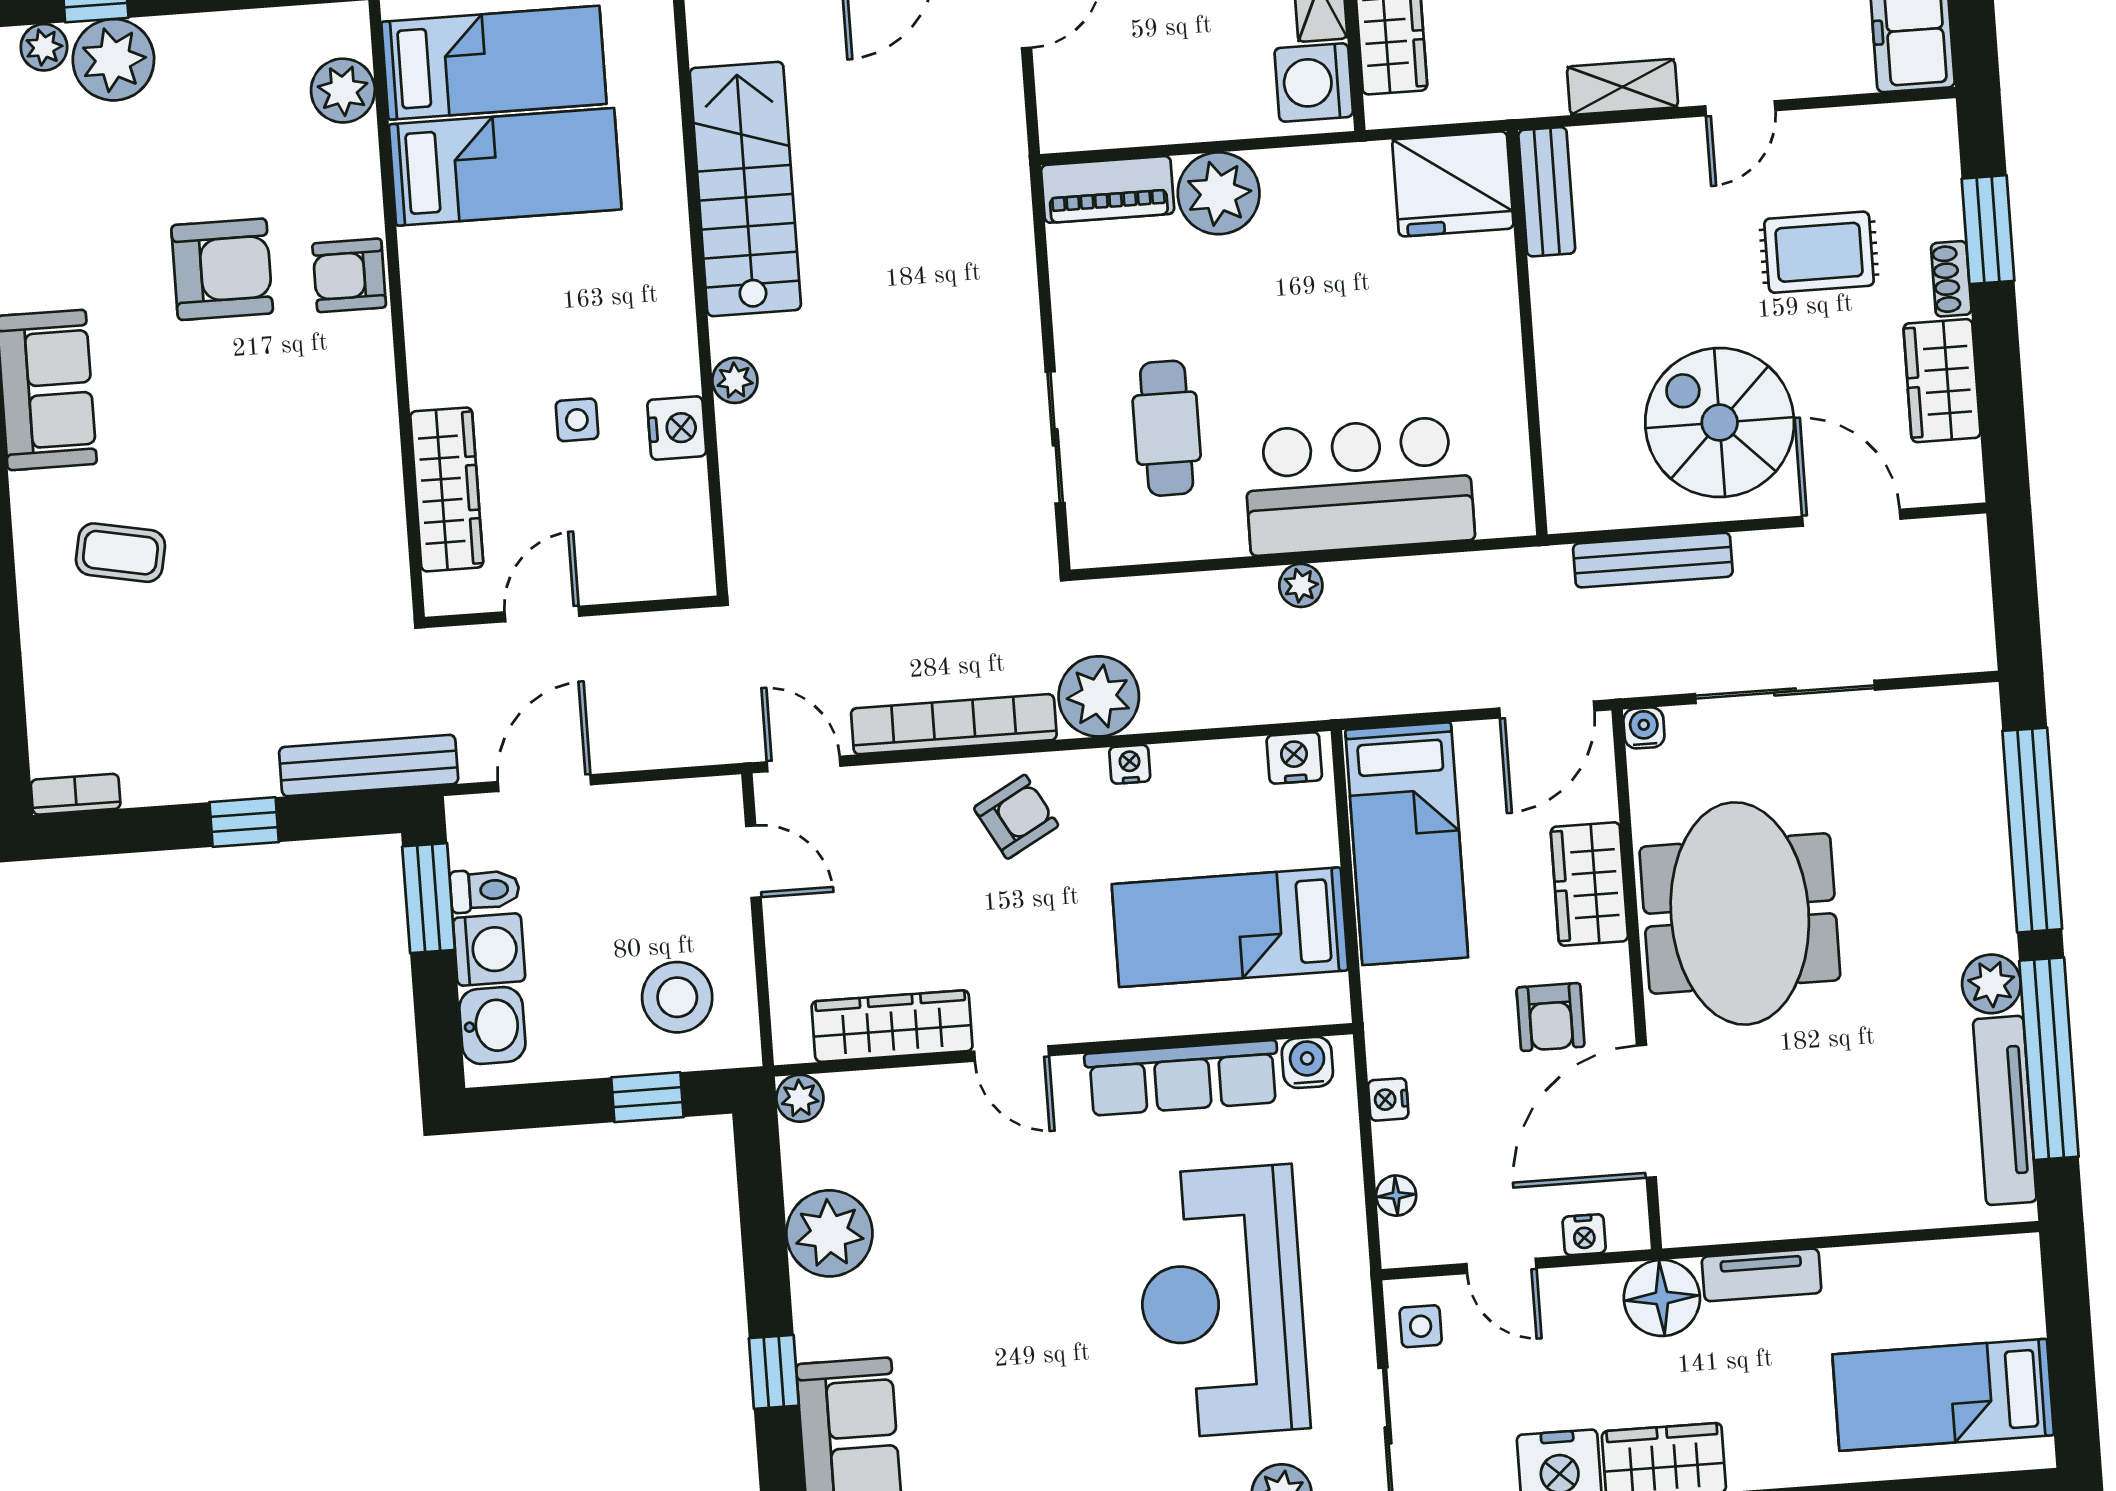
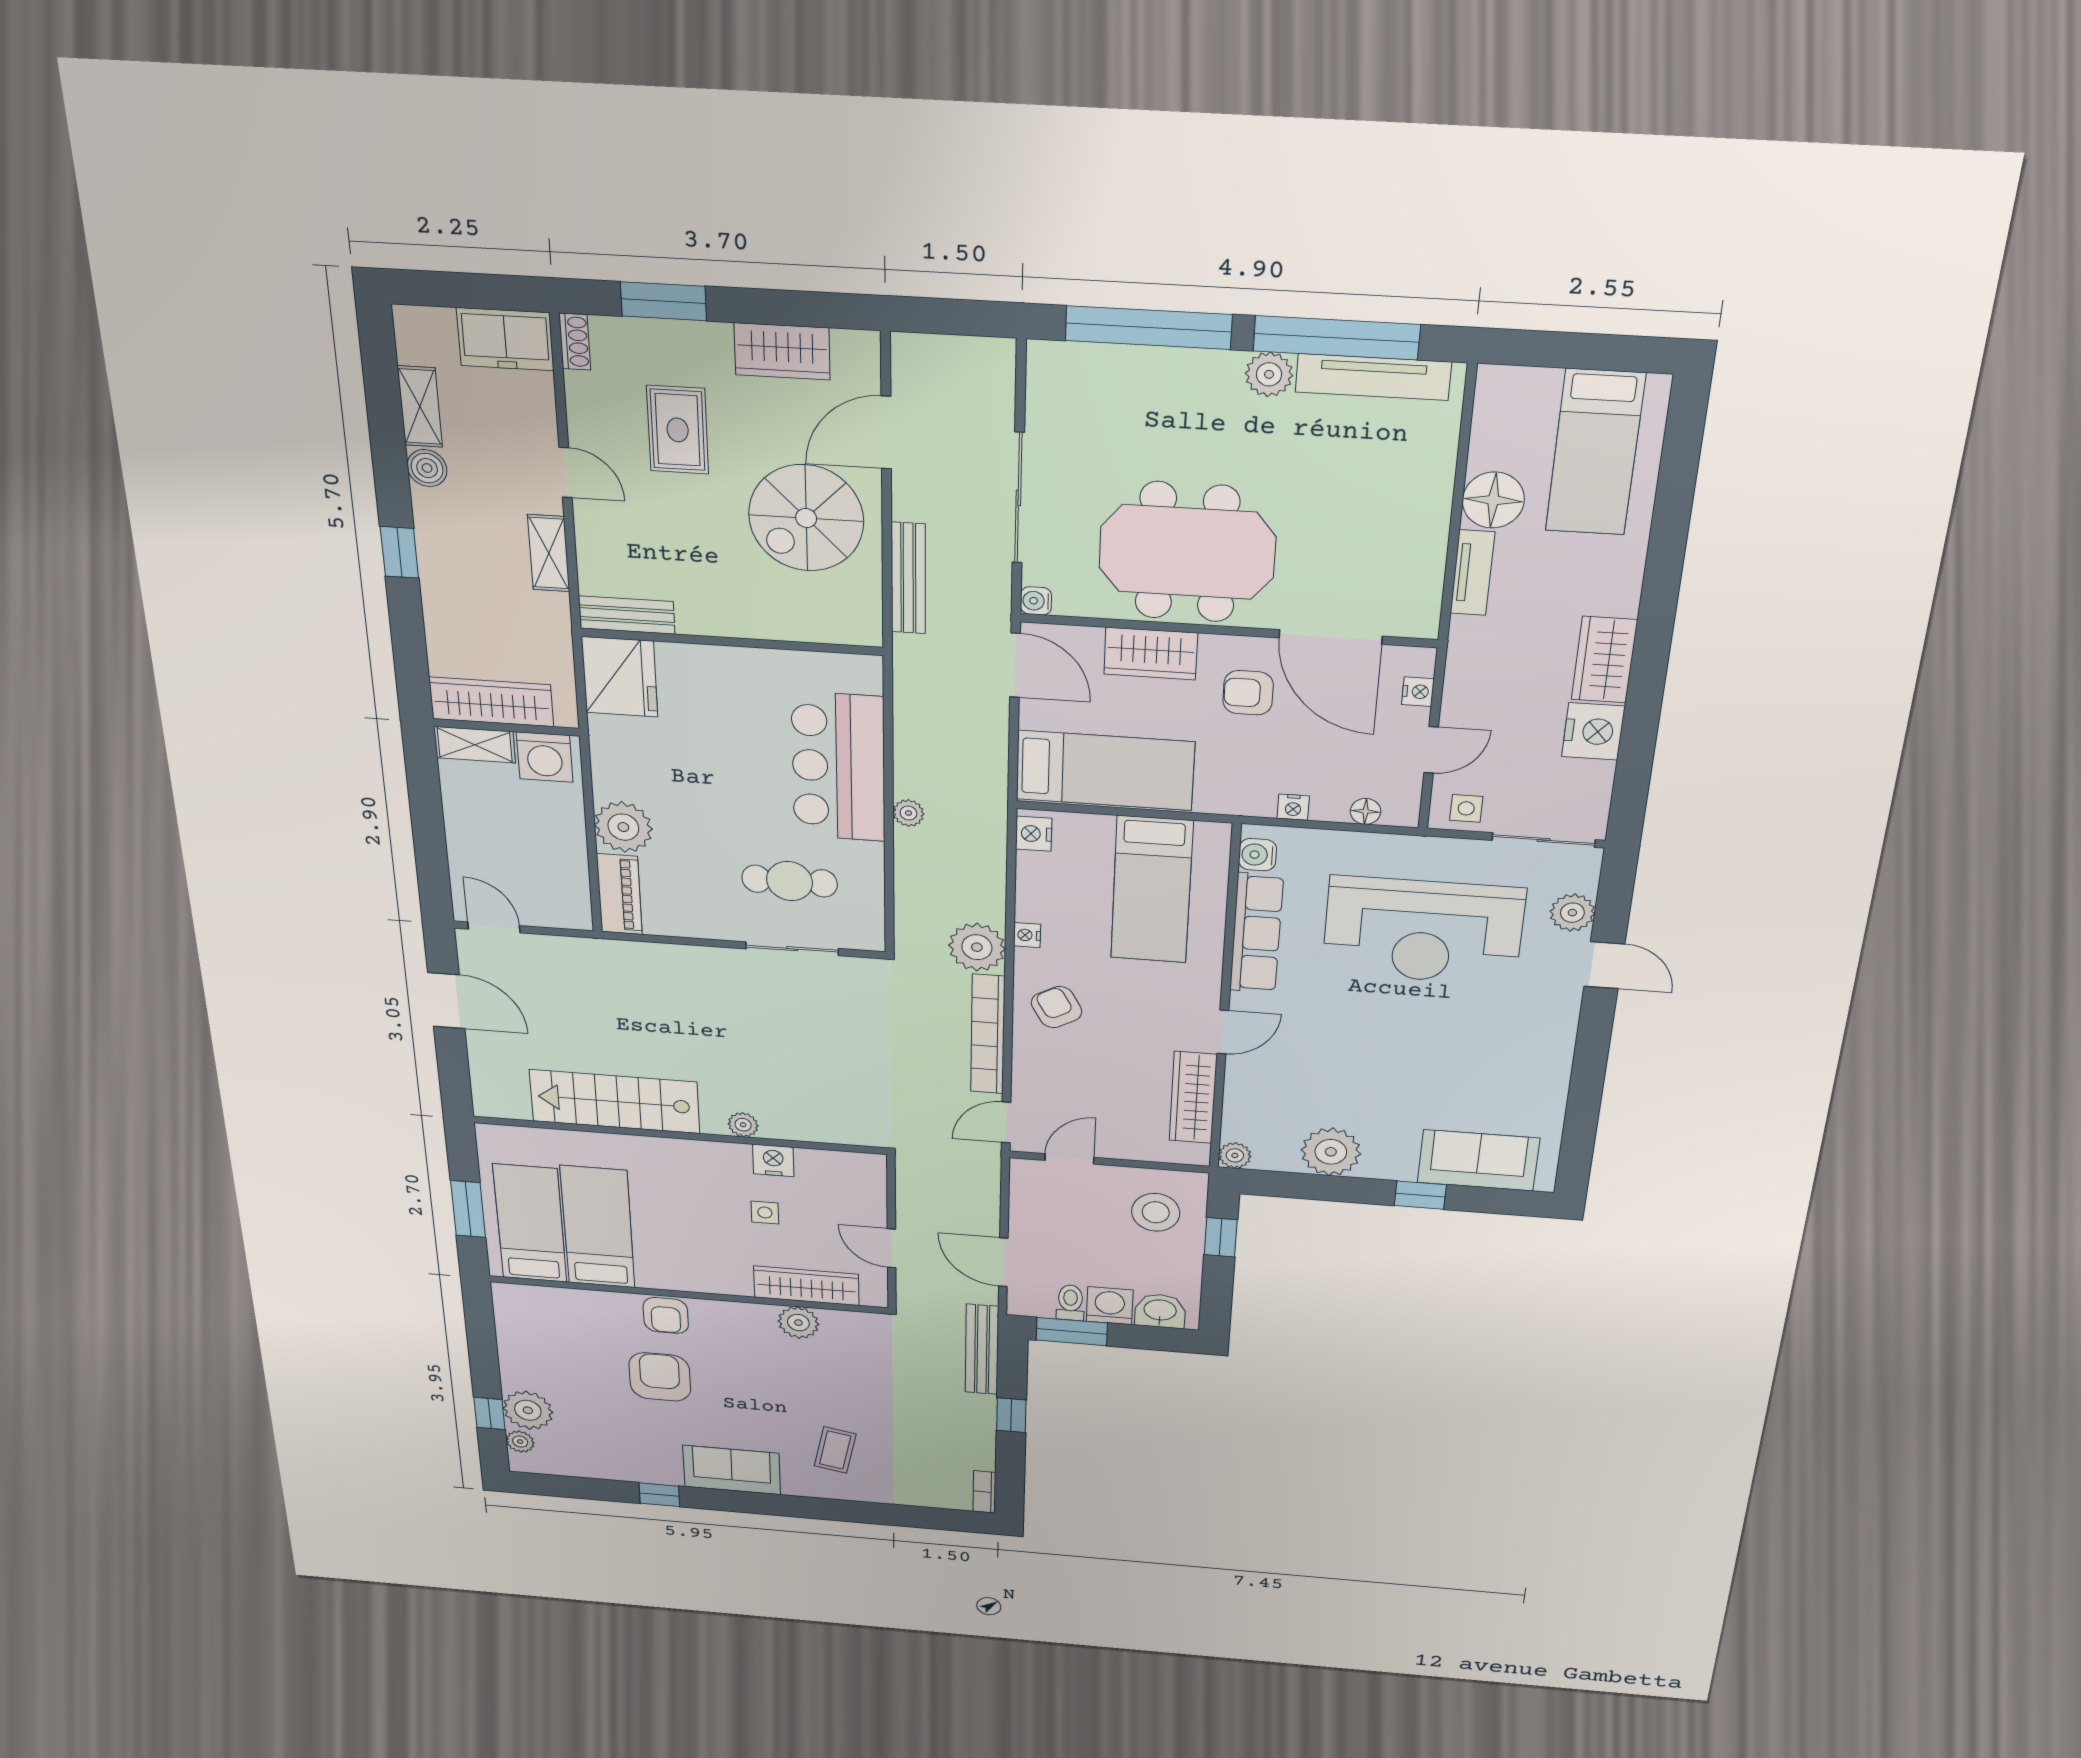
plant: (343, 91) -> (798, 1323), moved
shoe rack: (1951, 279) -> (575, 342), moved, turned -90
armchair: (1551, 1017) -> (1248, 693), turned 180
floor lamp: (1662, 1298) -> (1493, 500), moved

